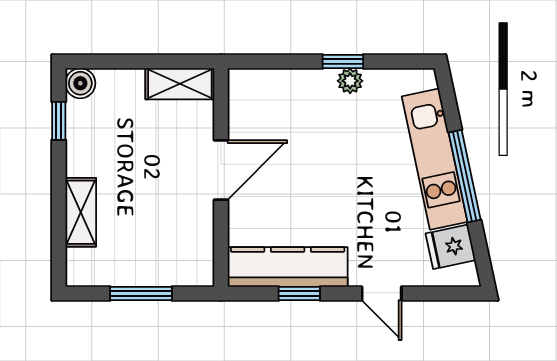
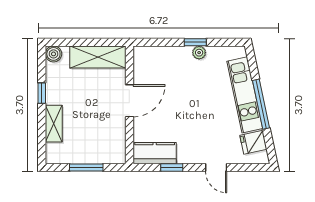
shelving: (180, 84) -> (98, 57), width x1.50, depth x1.33
window: (59, 121) -> (42, 93), moved
kitchen counter: (288, 267) -> (155, 153), width x0.67

